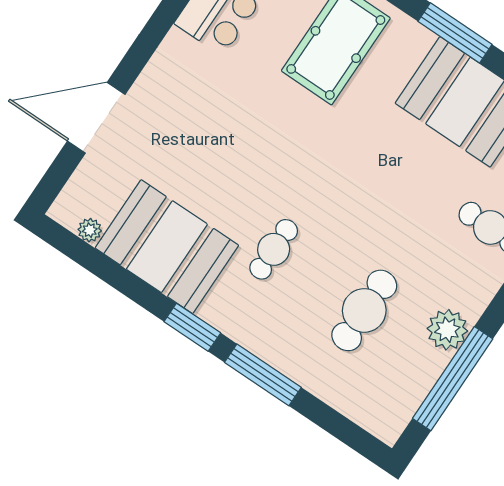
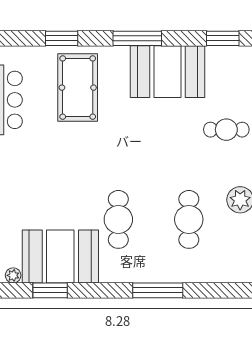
cafe table: (274, 249) -> (118, 219), width x1.37, depth x1.35
window: (192, 327) -> (50, 290), moved

